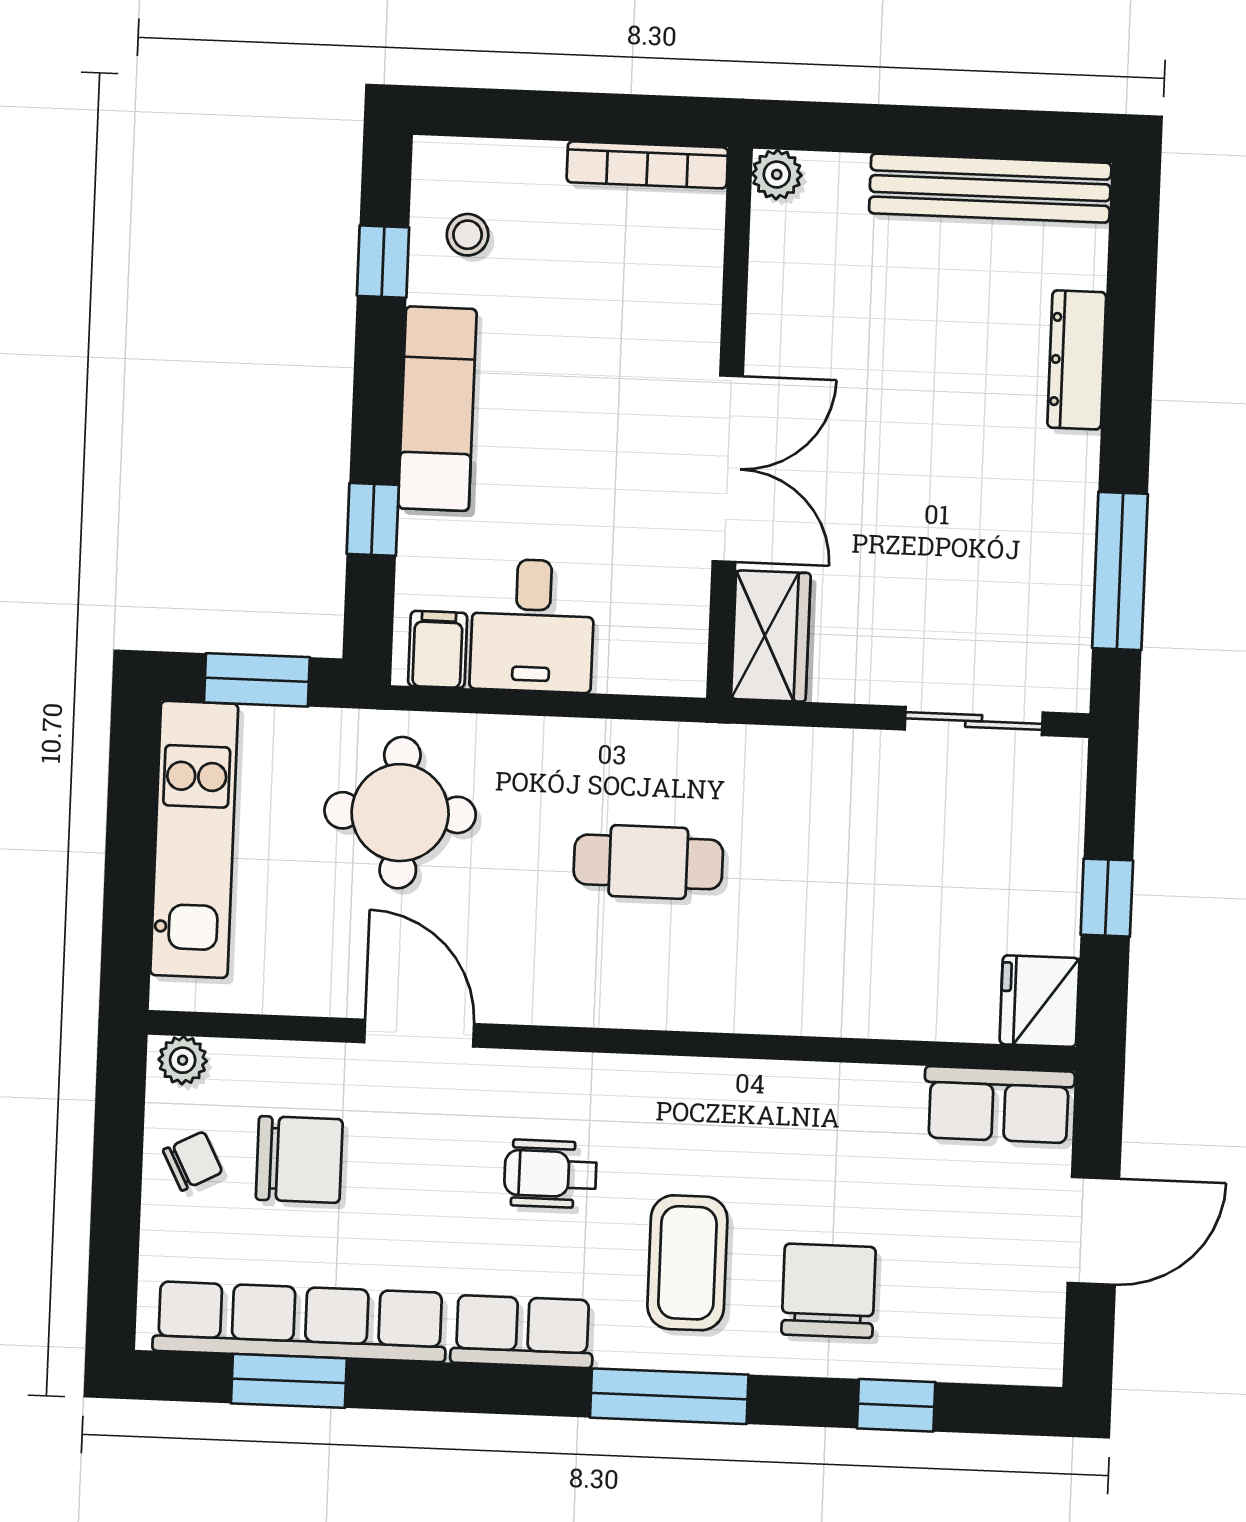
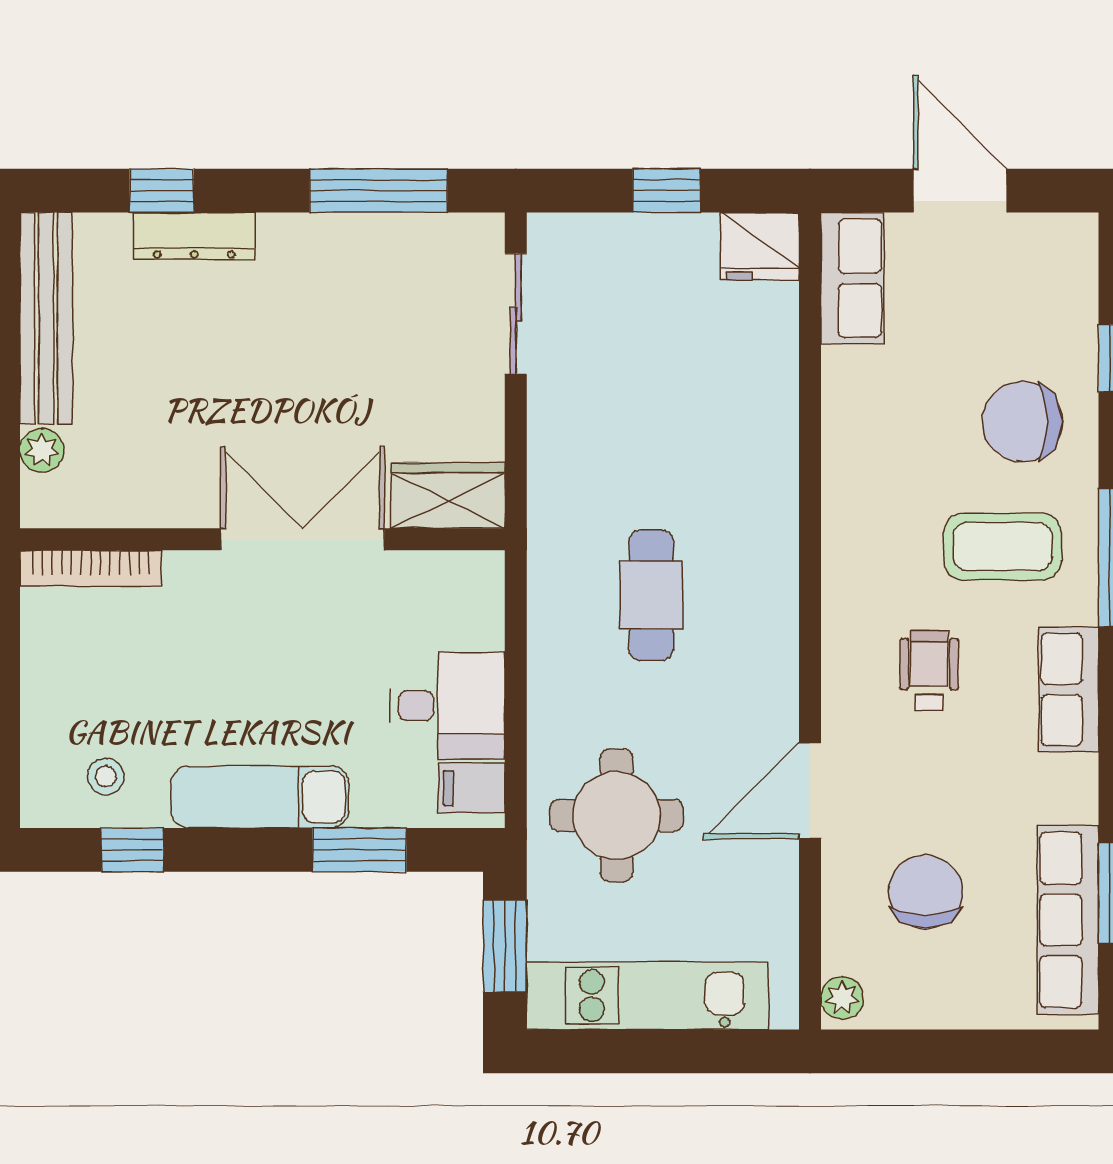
bookcase: (647, 165) -> (91, 568), moved, turned 90
plant: (777, 174) -> (42, 450), moved
window: (1130, 325) -> (162, 191), added
window: (373, 519) -> (360, 850), width x1.50
chair: (193, 1161) -> (931, 986), removed
wheelchair: (550, 1174) -> (929, 670), turned 180
row of seats: (300, 1322) -> (1068, 920), width x0.73

